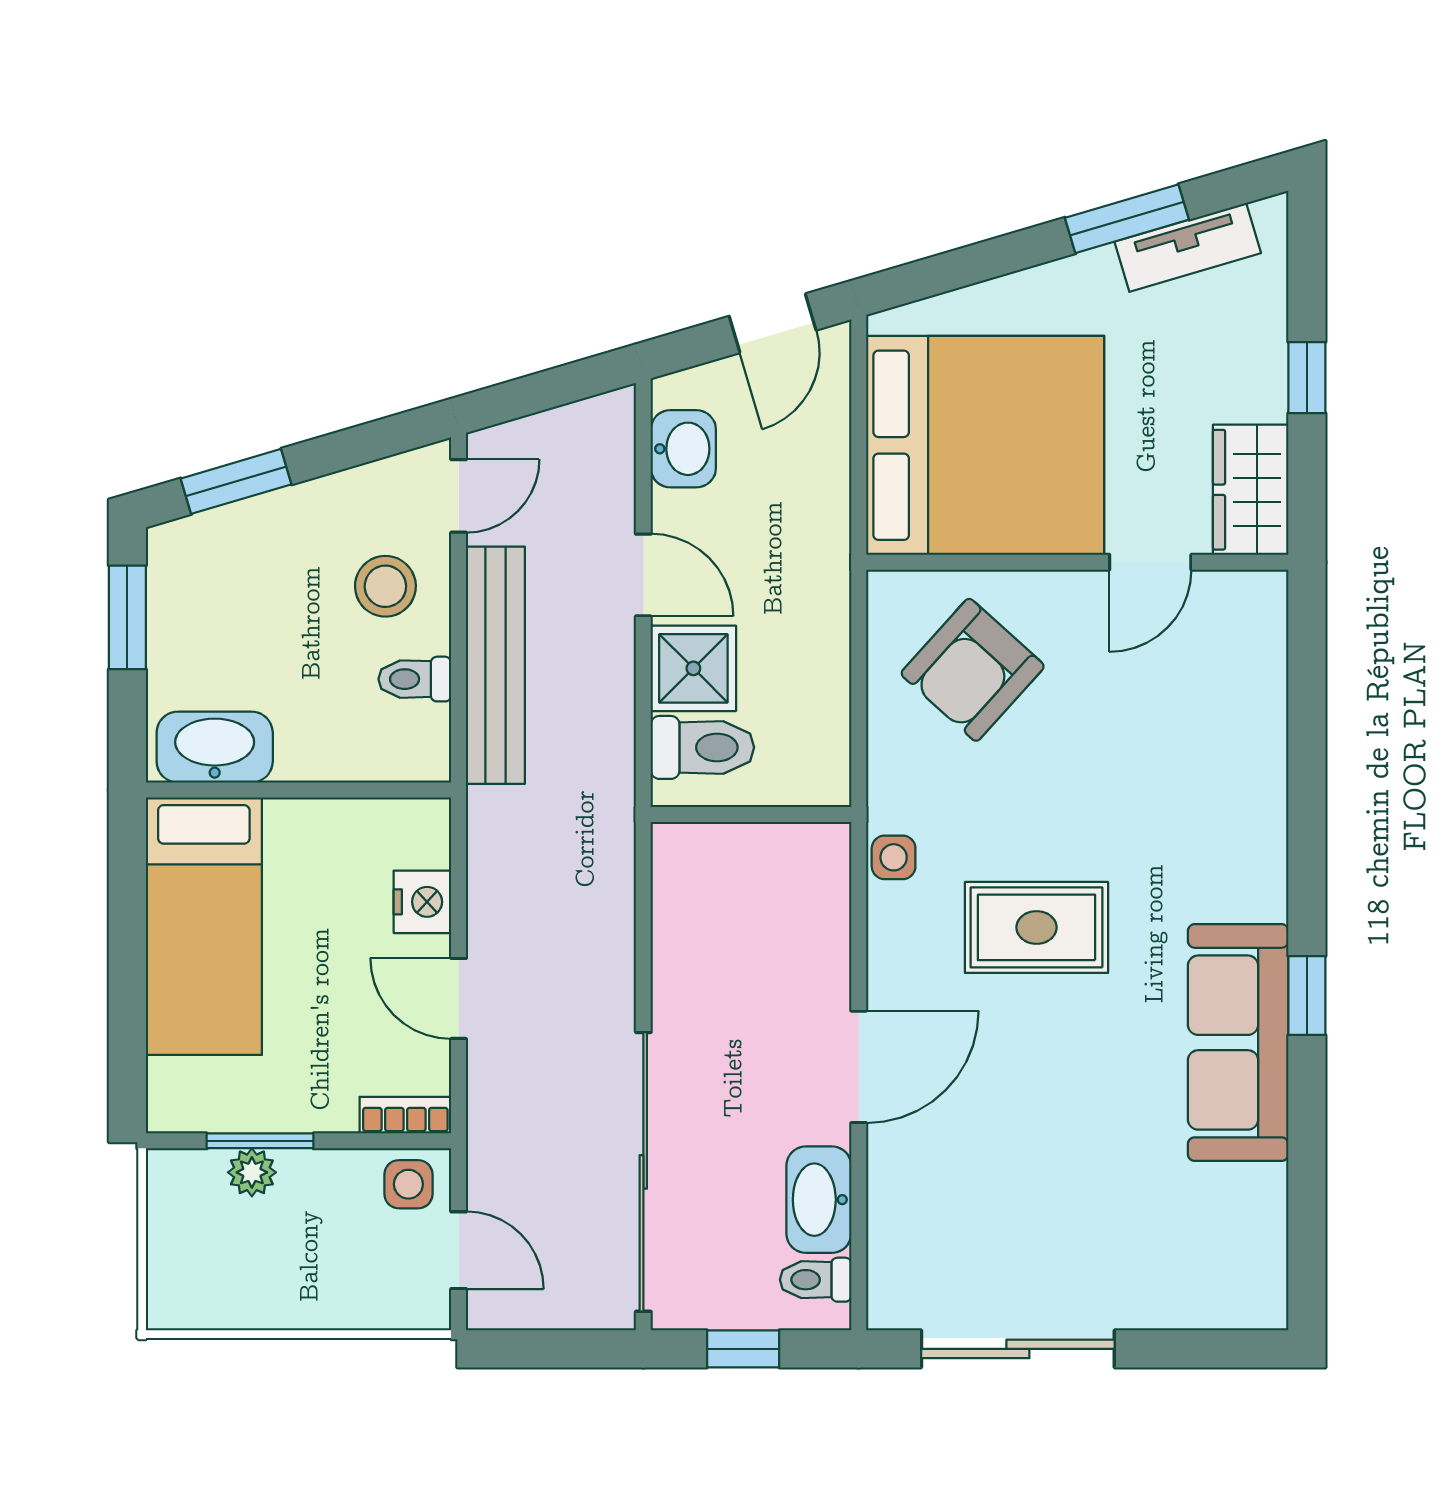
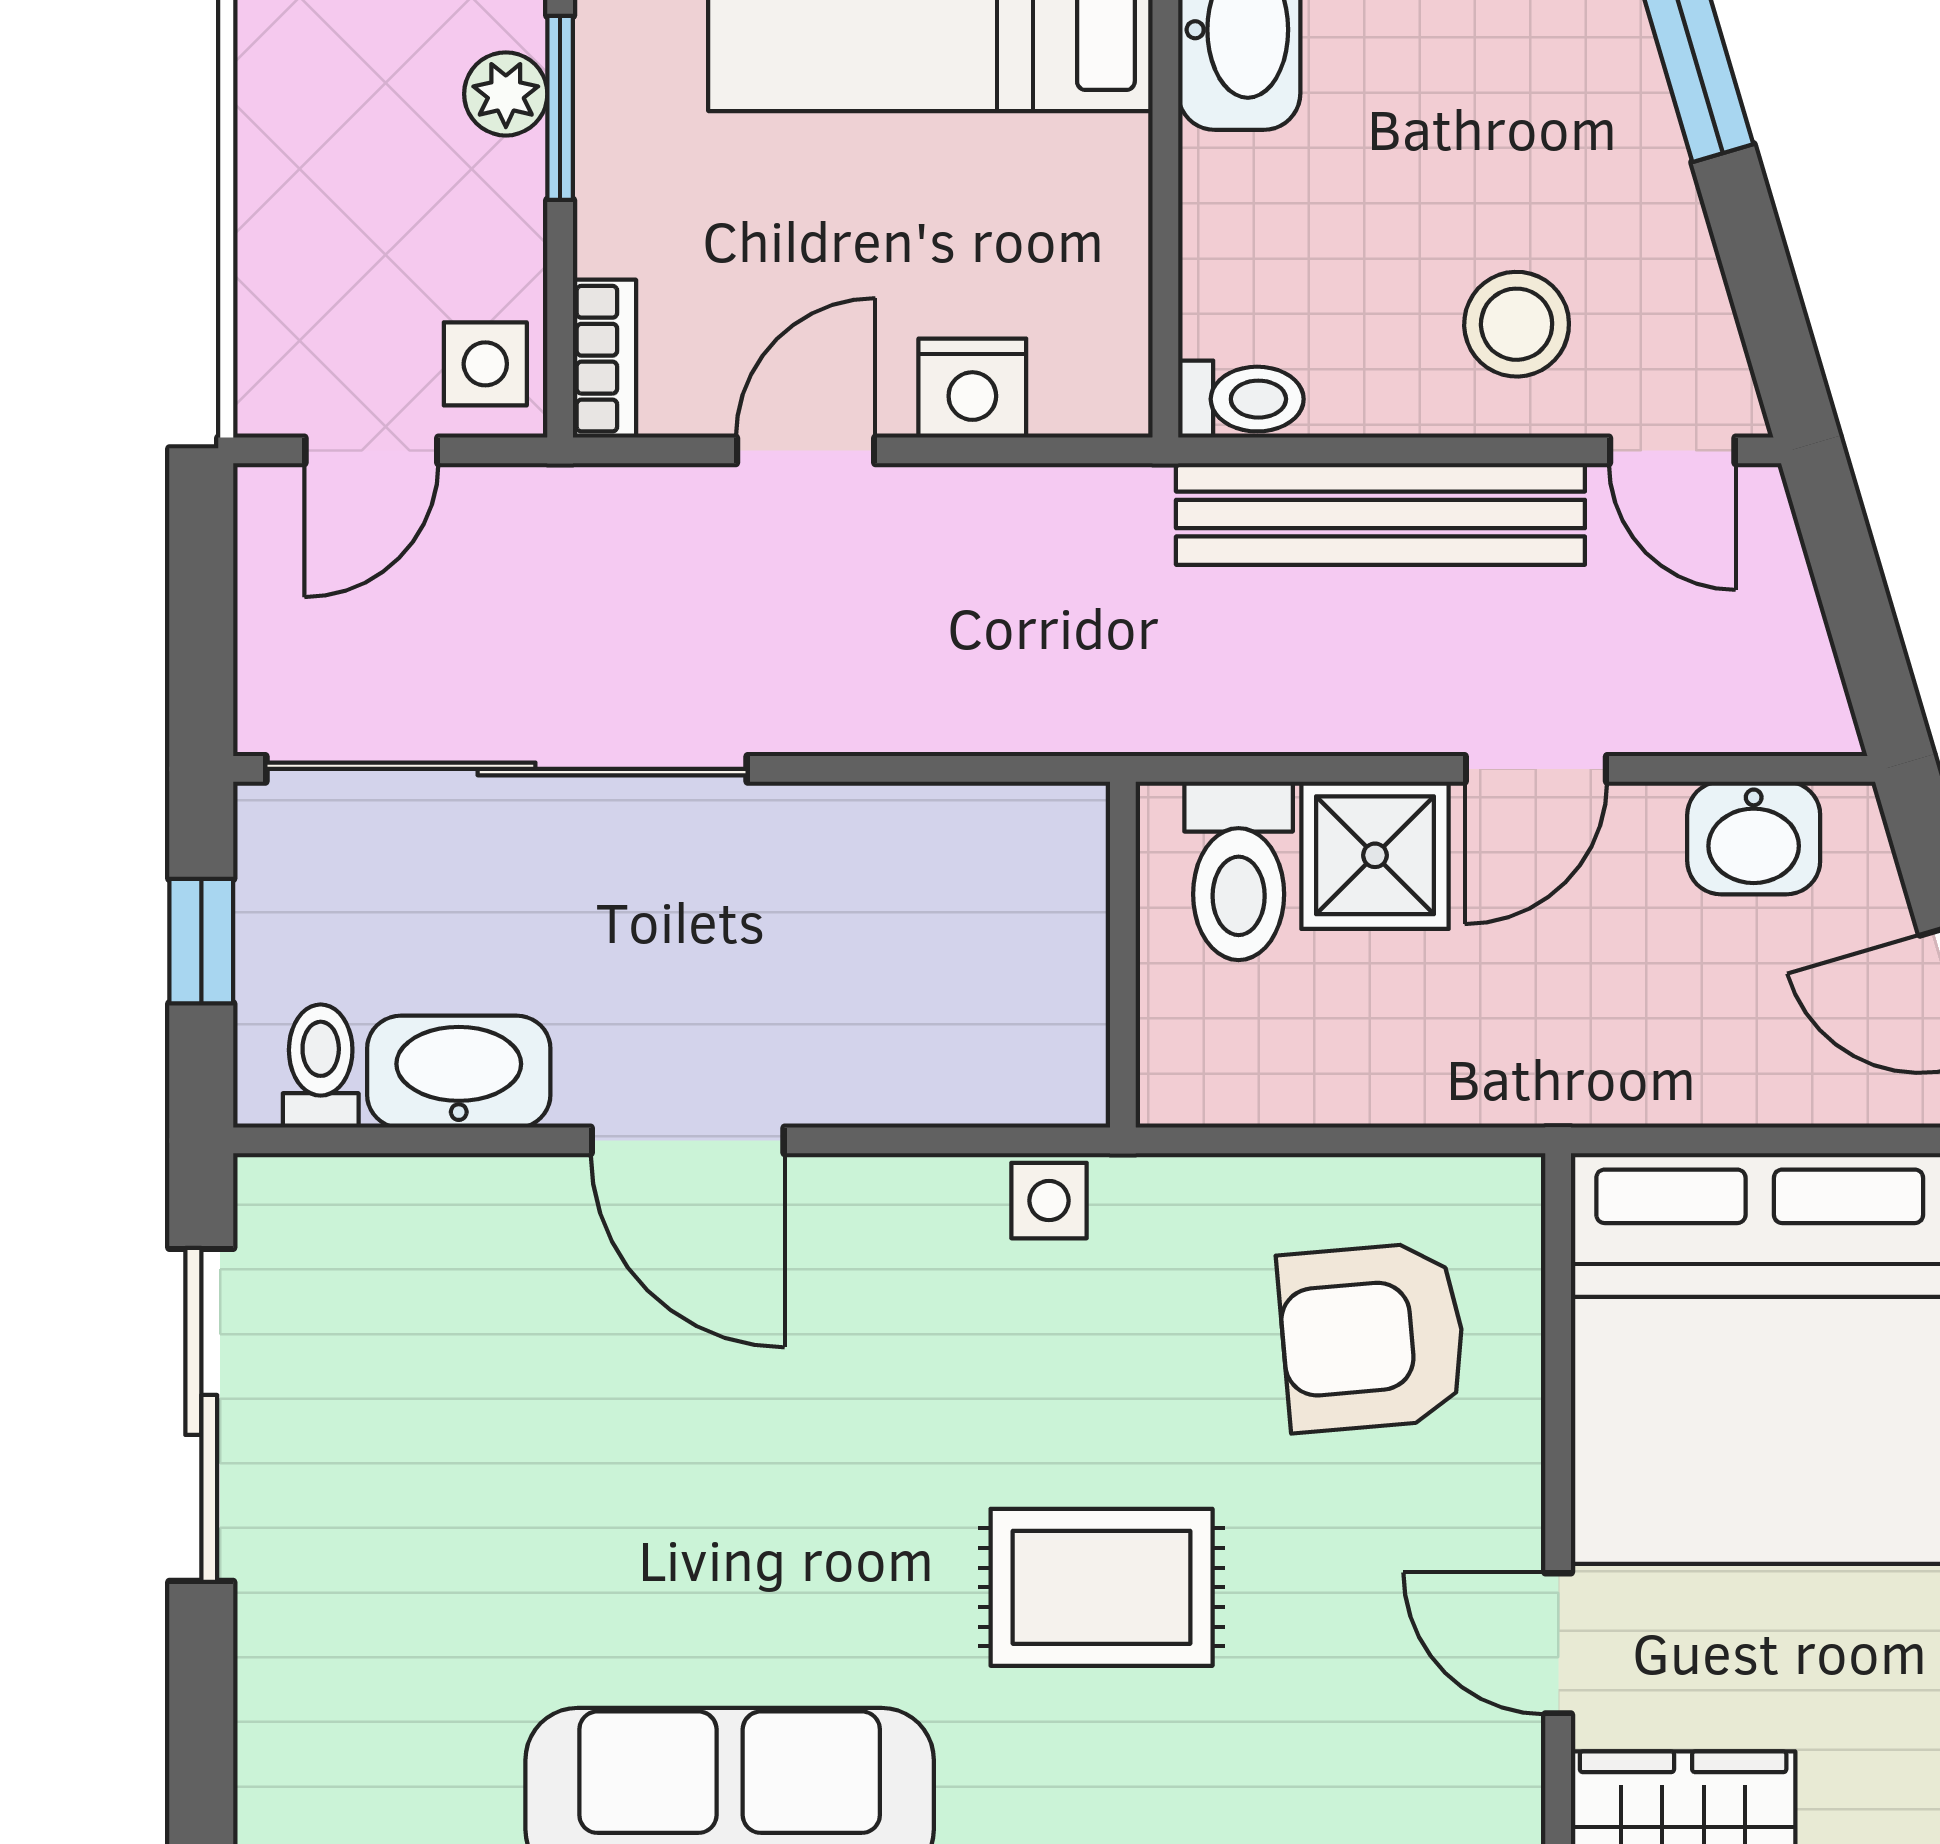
armchair: (973, 670) -> (1372, 1337), turned -47
toilet: (415, 679) -> (1241, 399), moved, turned 90
rug: (1036, 927) -> (1102, 1587), moved, turned 90

